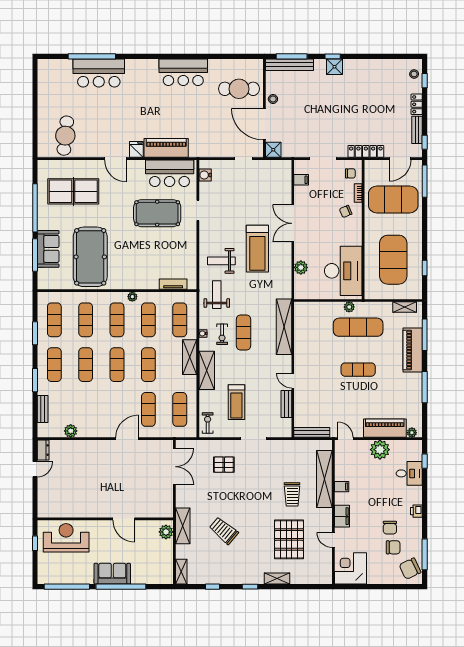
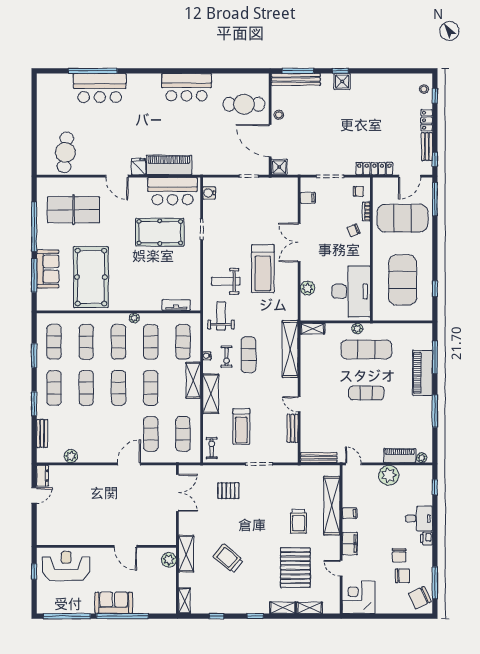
shelving: (405, 307) -> (313, 329), moved
piano: (385, 428) -> (400, 456), width x0.73, depth x0.75
desk: (409, 473) -> (419, 519), moved
shelving: (303, 579) -> (310, 608), added

